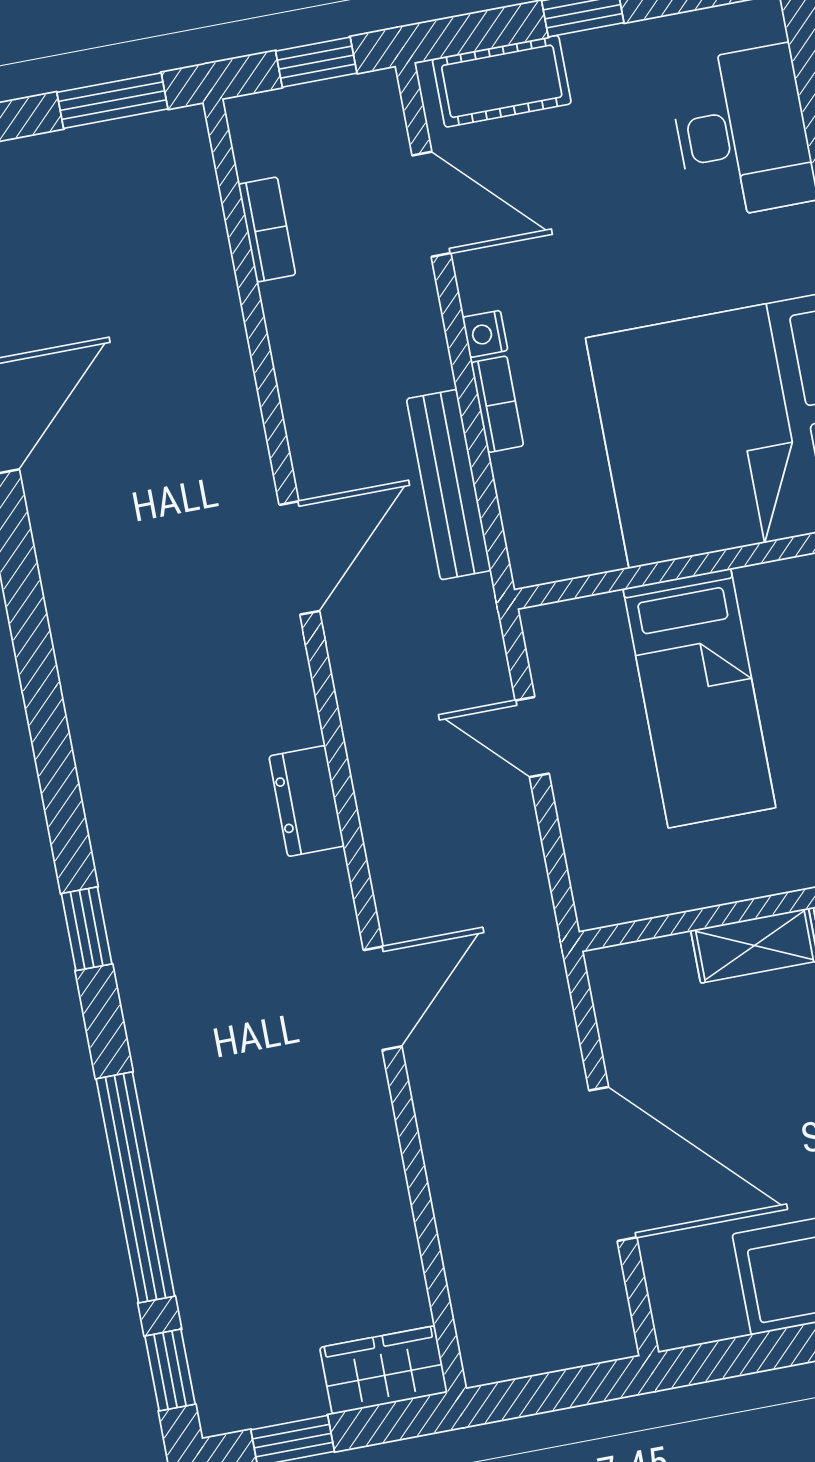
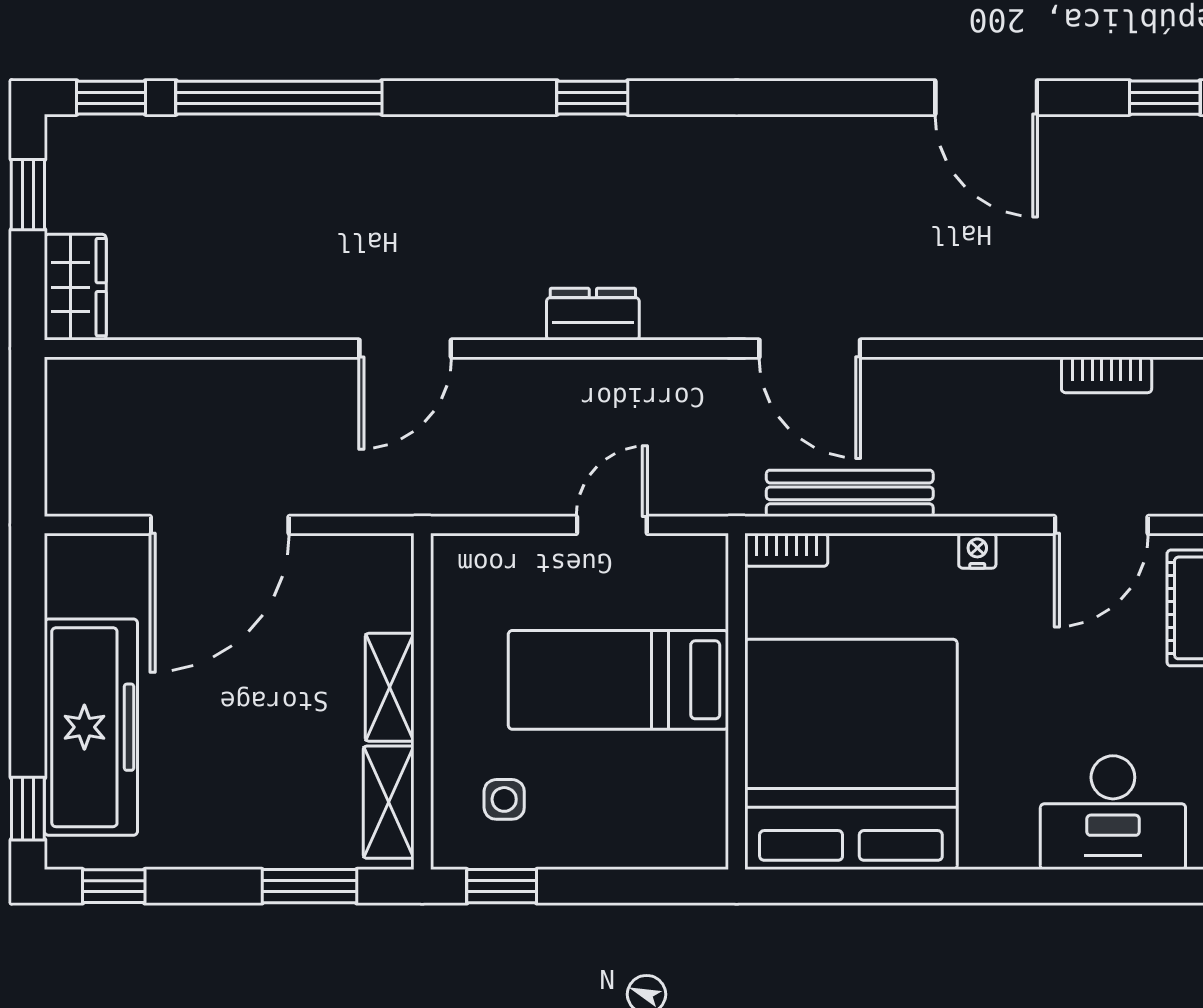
bookcase: (497, 404) -> (786, 550), moved
window: (87, 929) -> (592, 98), moved
door: (383, 998) -> (405, 348), hinge flipped

